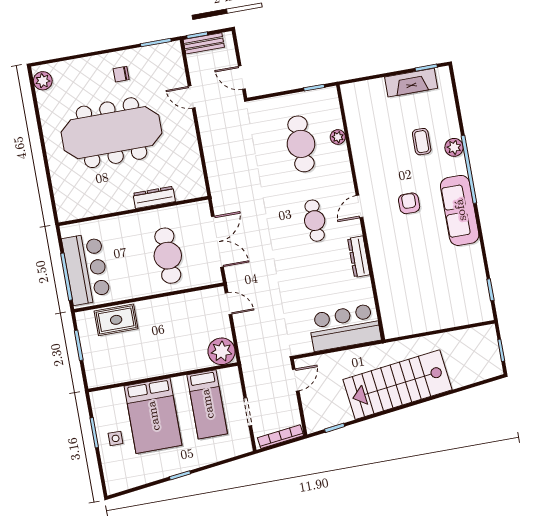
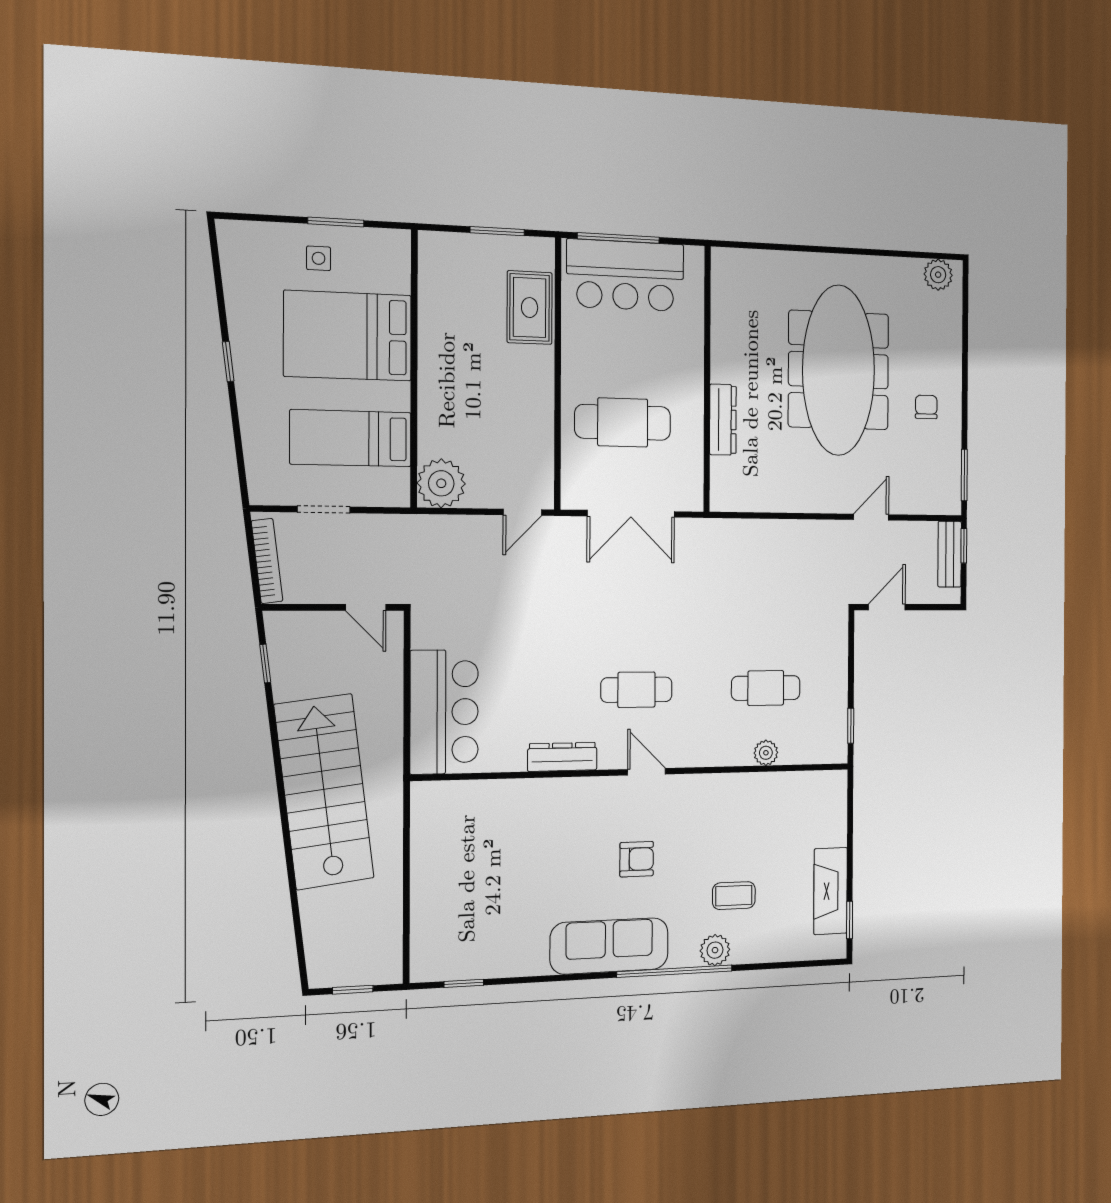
cafe table: (301, 144) -> (766, 688), width x0.73, depth x0.74

